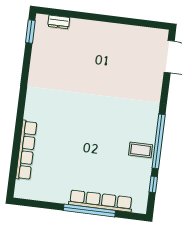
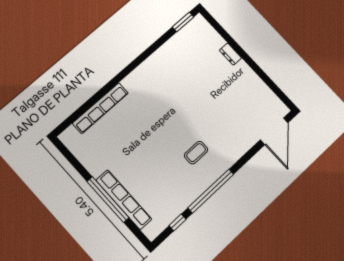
dresser: (59, 22) -> (230, 54), moved
coffee table: (141, 150) -> (196, 153), moved, turned 90

